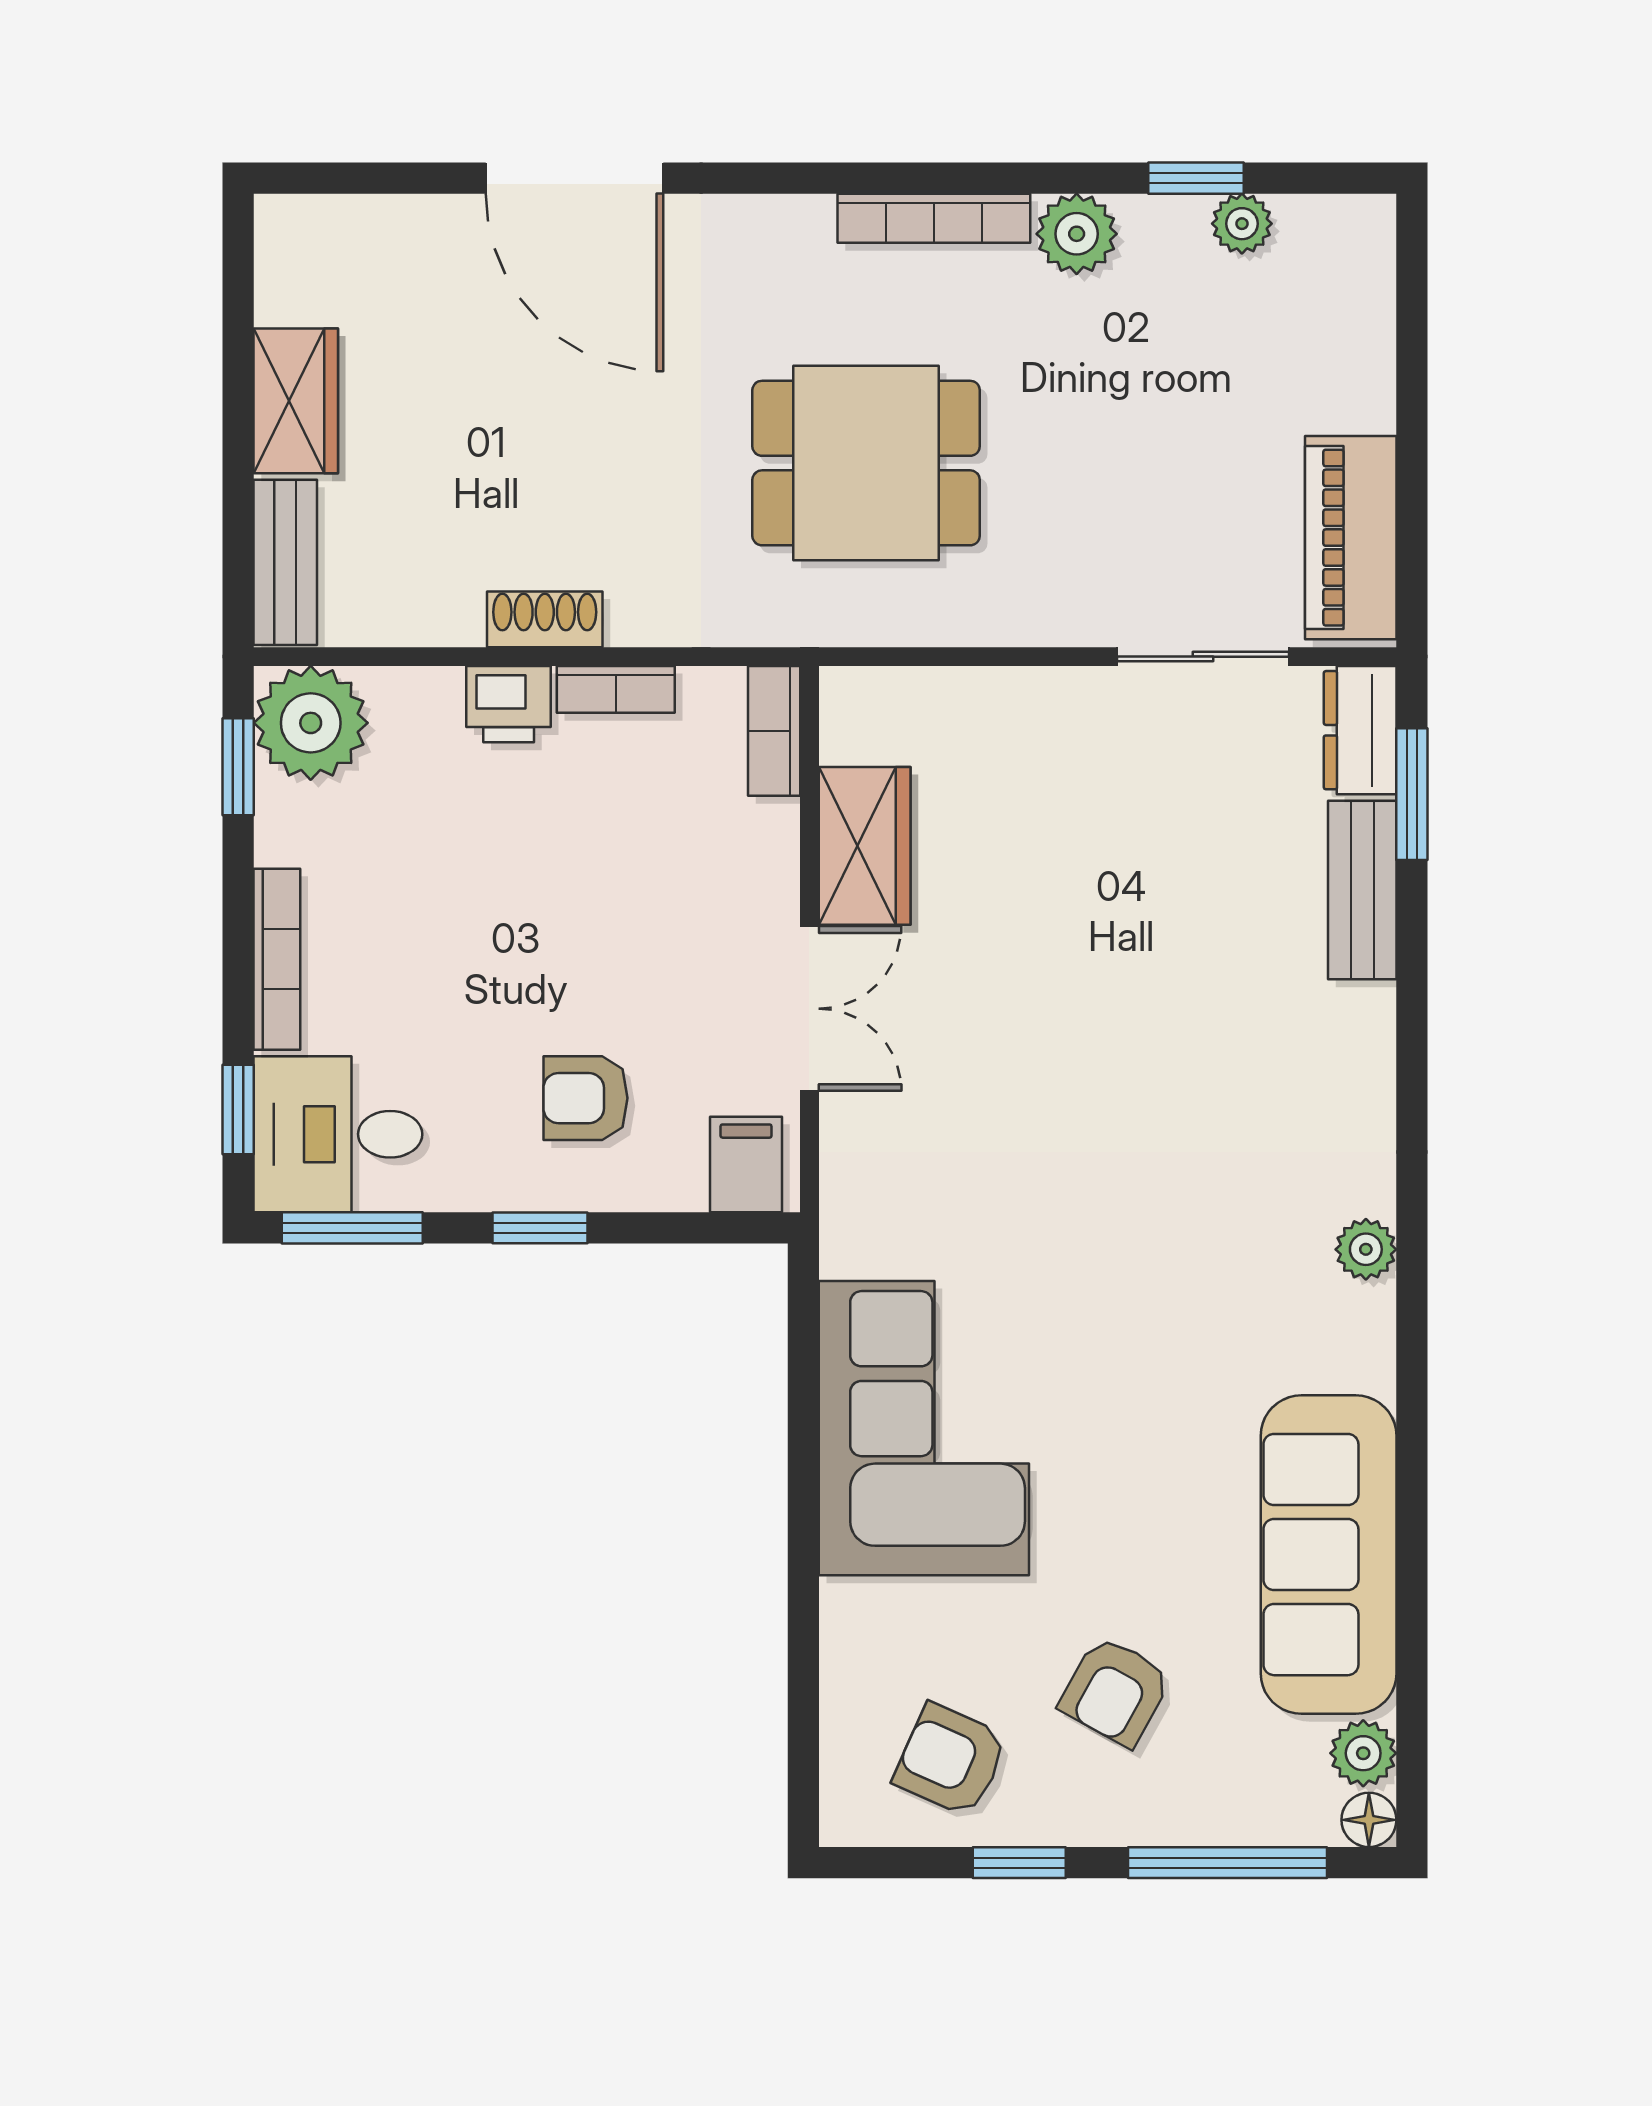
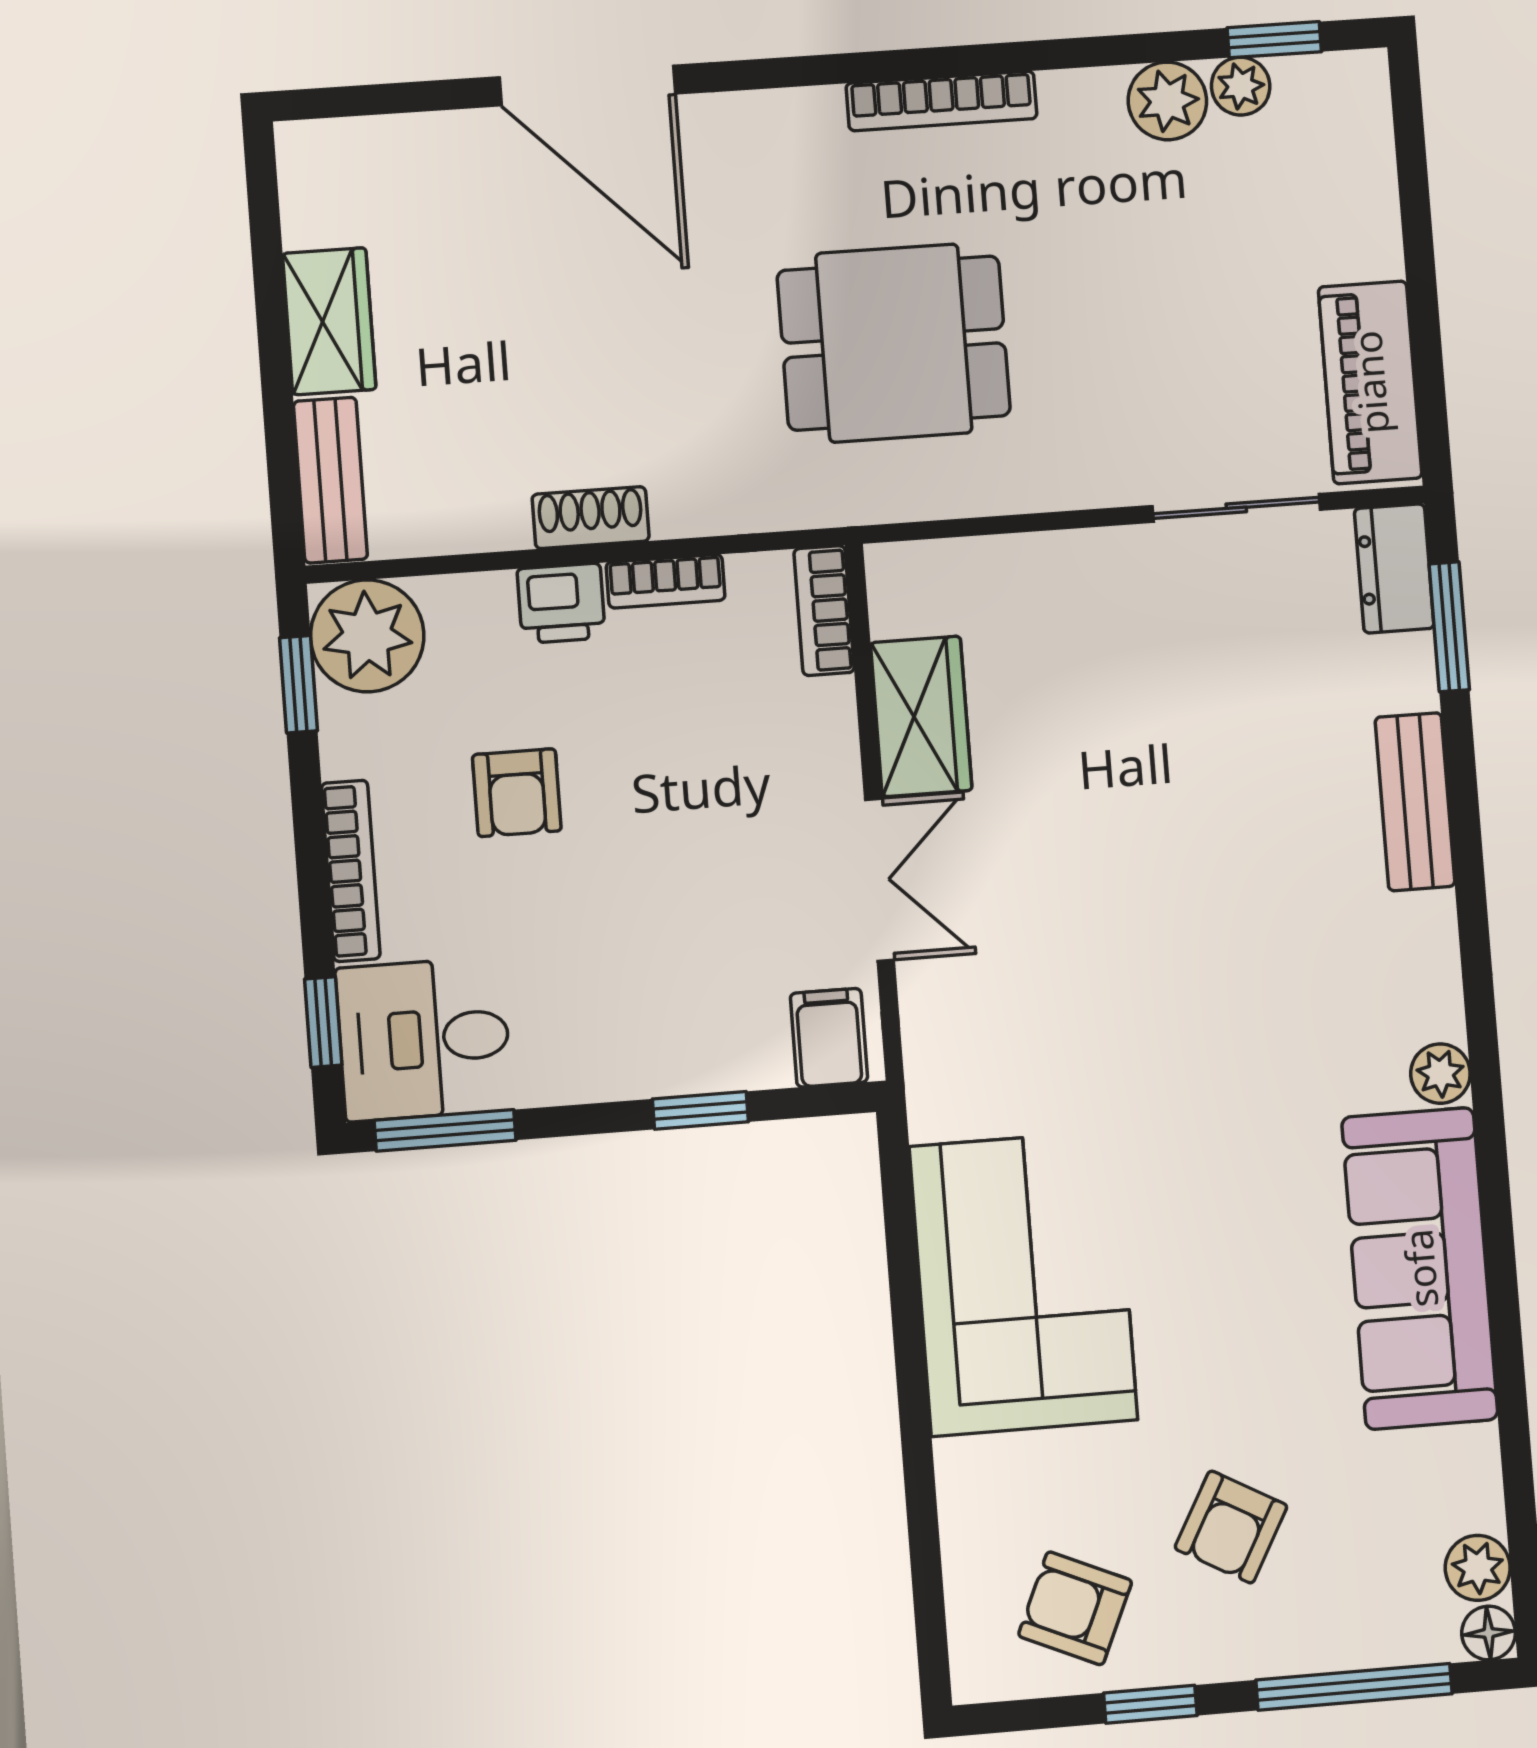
window: (1196, 178) -> (1274, 40), moved
plant: (1077, 234) -> (1167, 101), moved
bench: (1362, 890) -> (1415, 802), moved
armchair: (585, 1098) -> (517, 793), moved, turned -90
window: (540, 1228) -> (700, 1110), moved
sofa: (1329, 1555) -> (1420, 1268), moved

